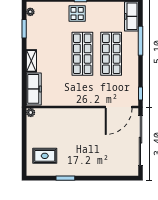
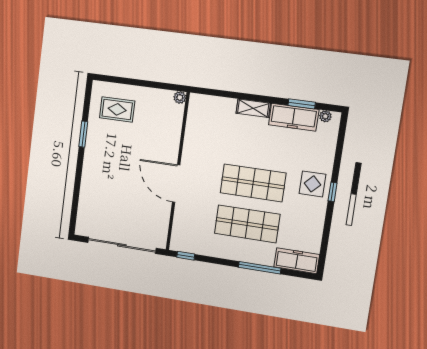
freezer: (34, 89) -> (294, 117), moved
door: (119, 107) -> (176, 184), moved
rug: (45, 156) -> (117, 109), turned 90

